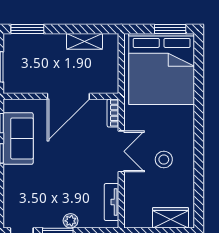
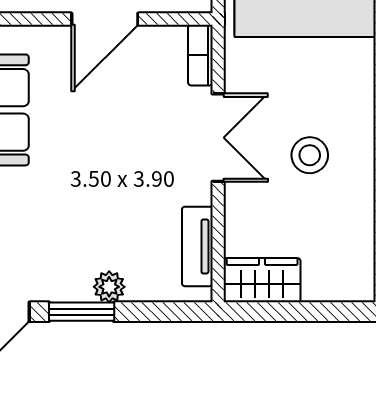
door: (68, 96) -> (105, 19), width x0.73
wardrobe: (170, 218) -> (262, 280), moved

